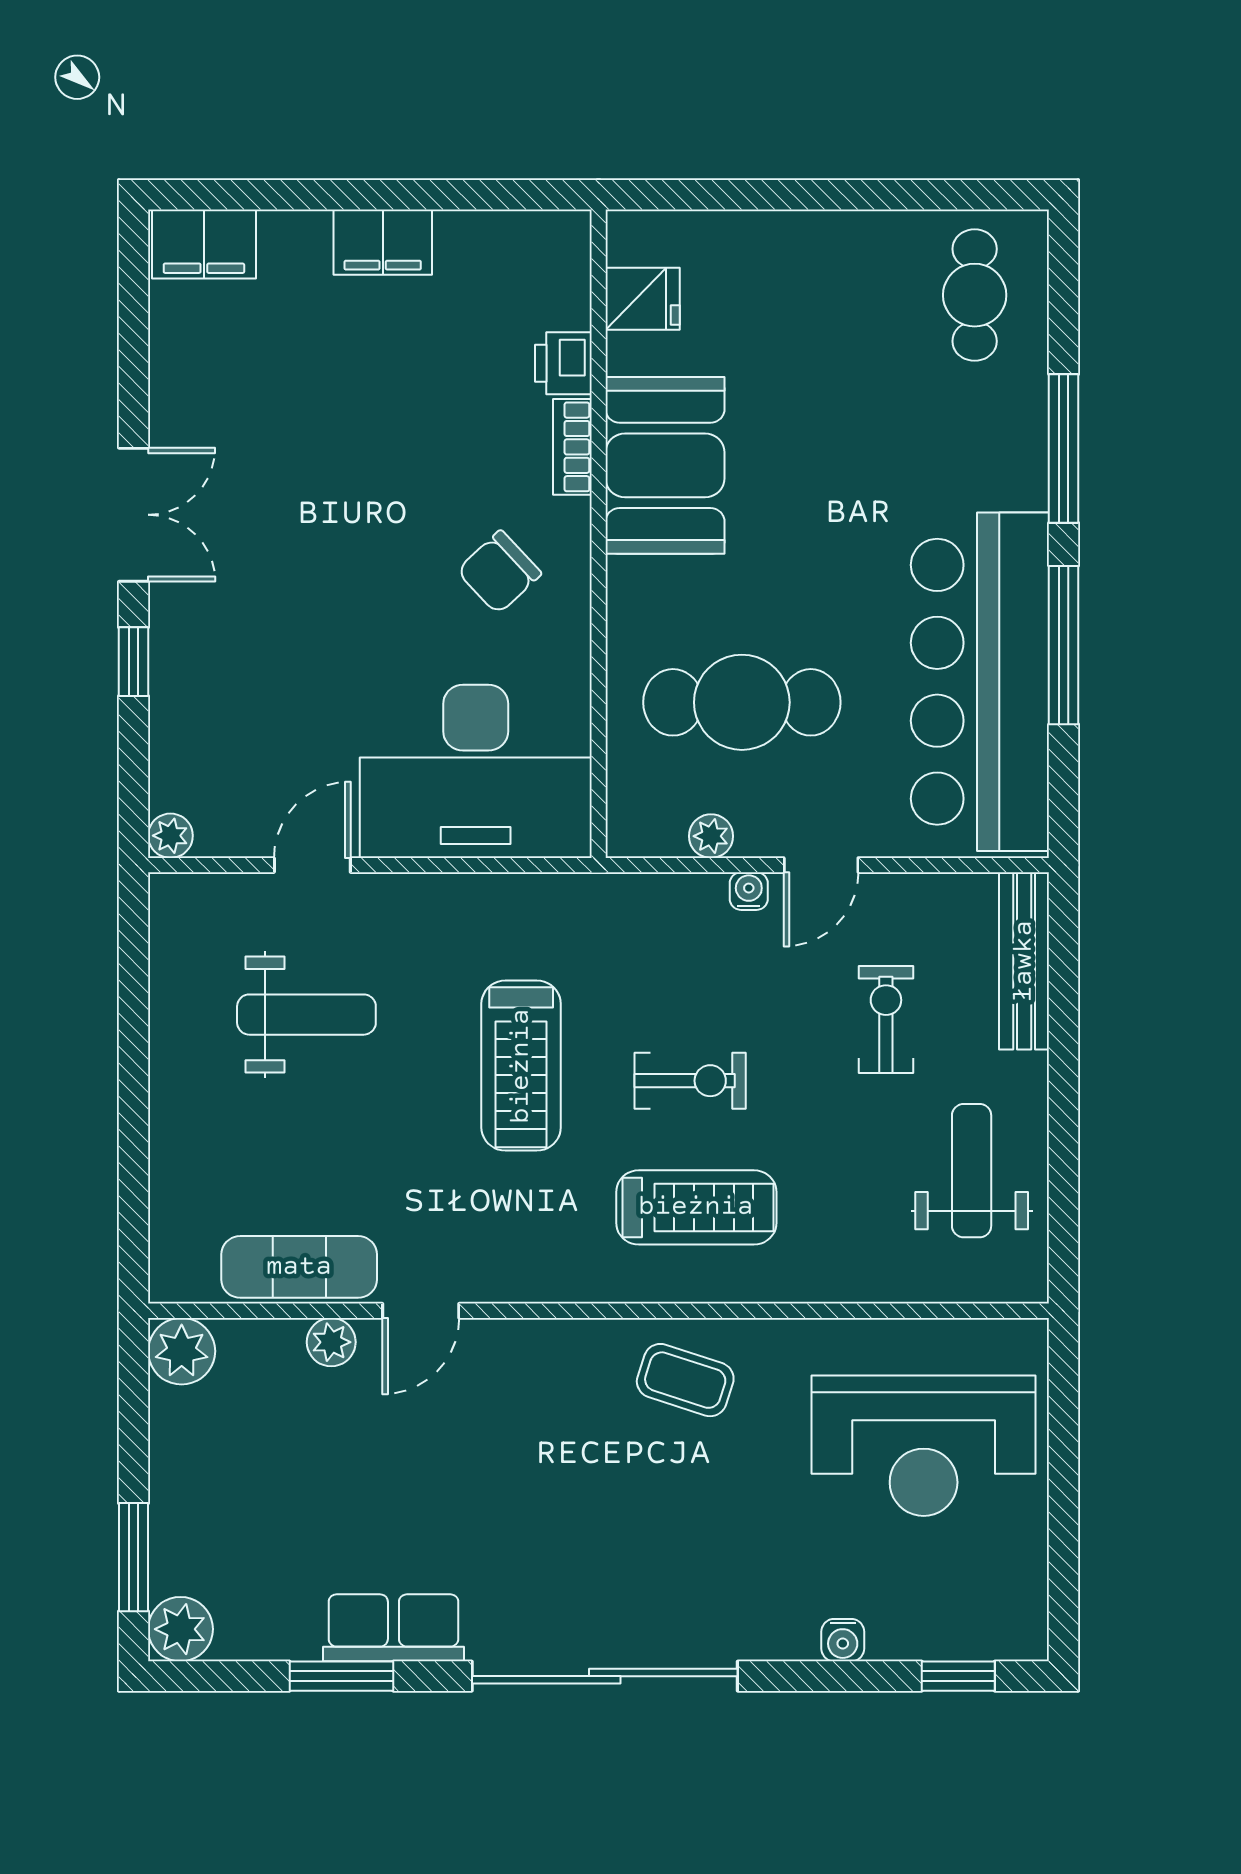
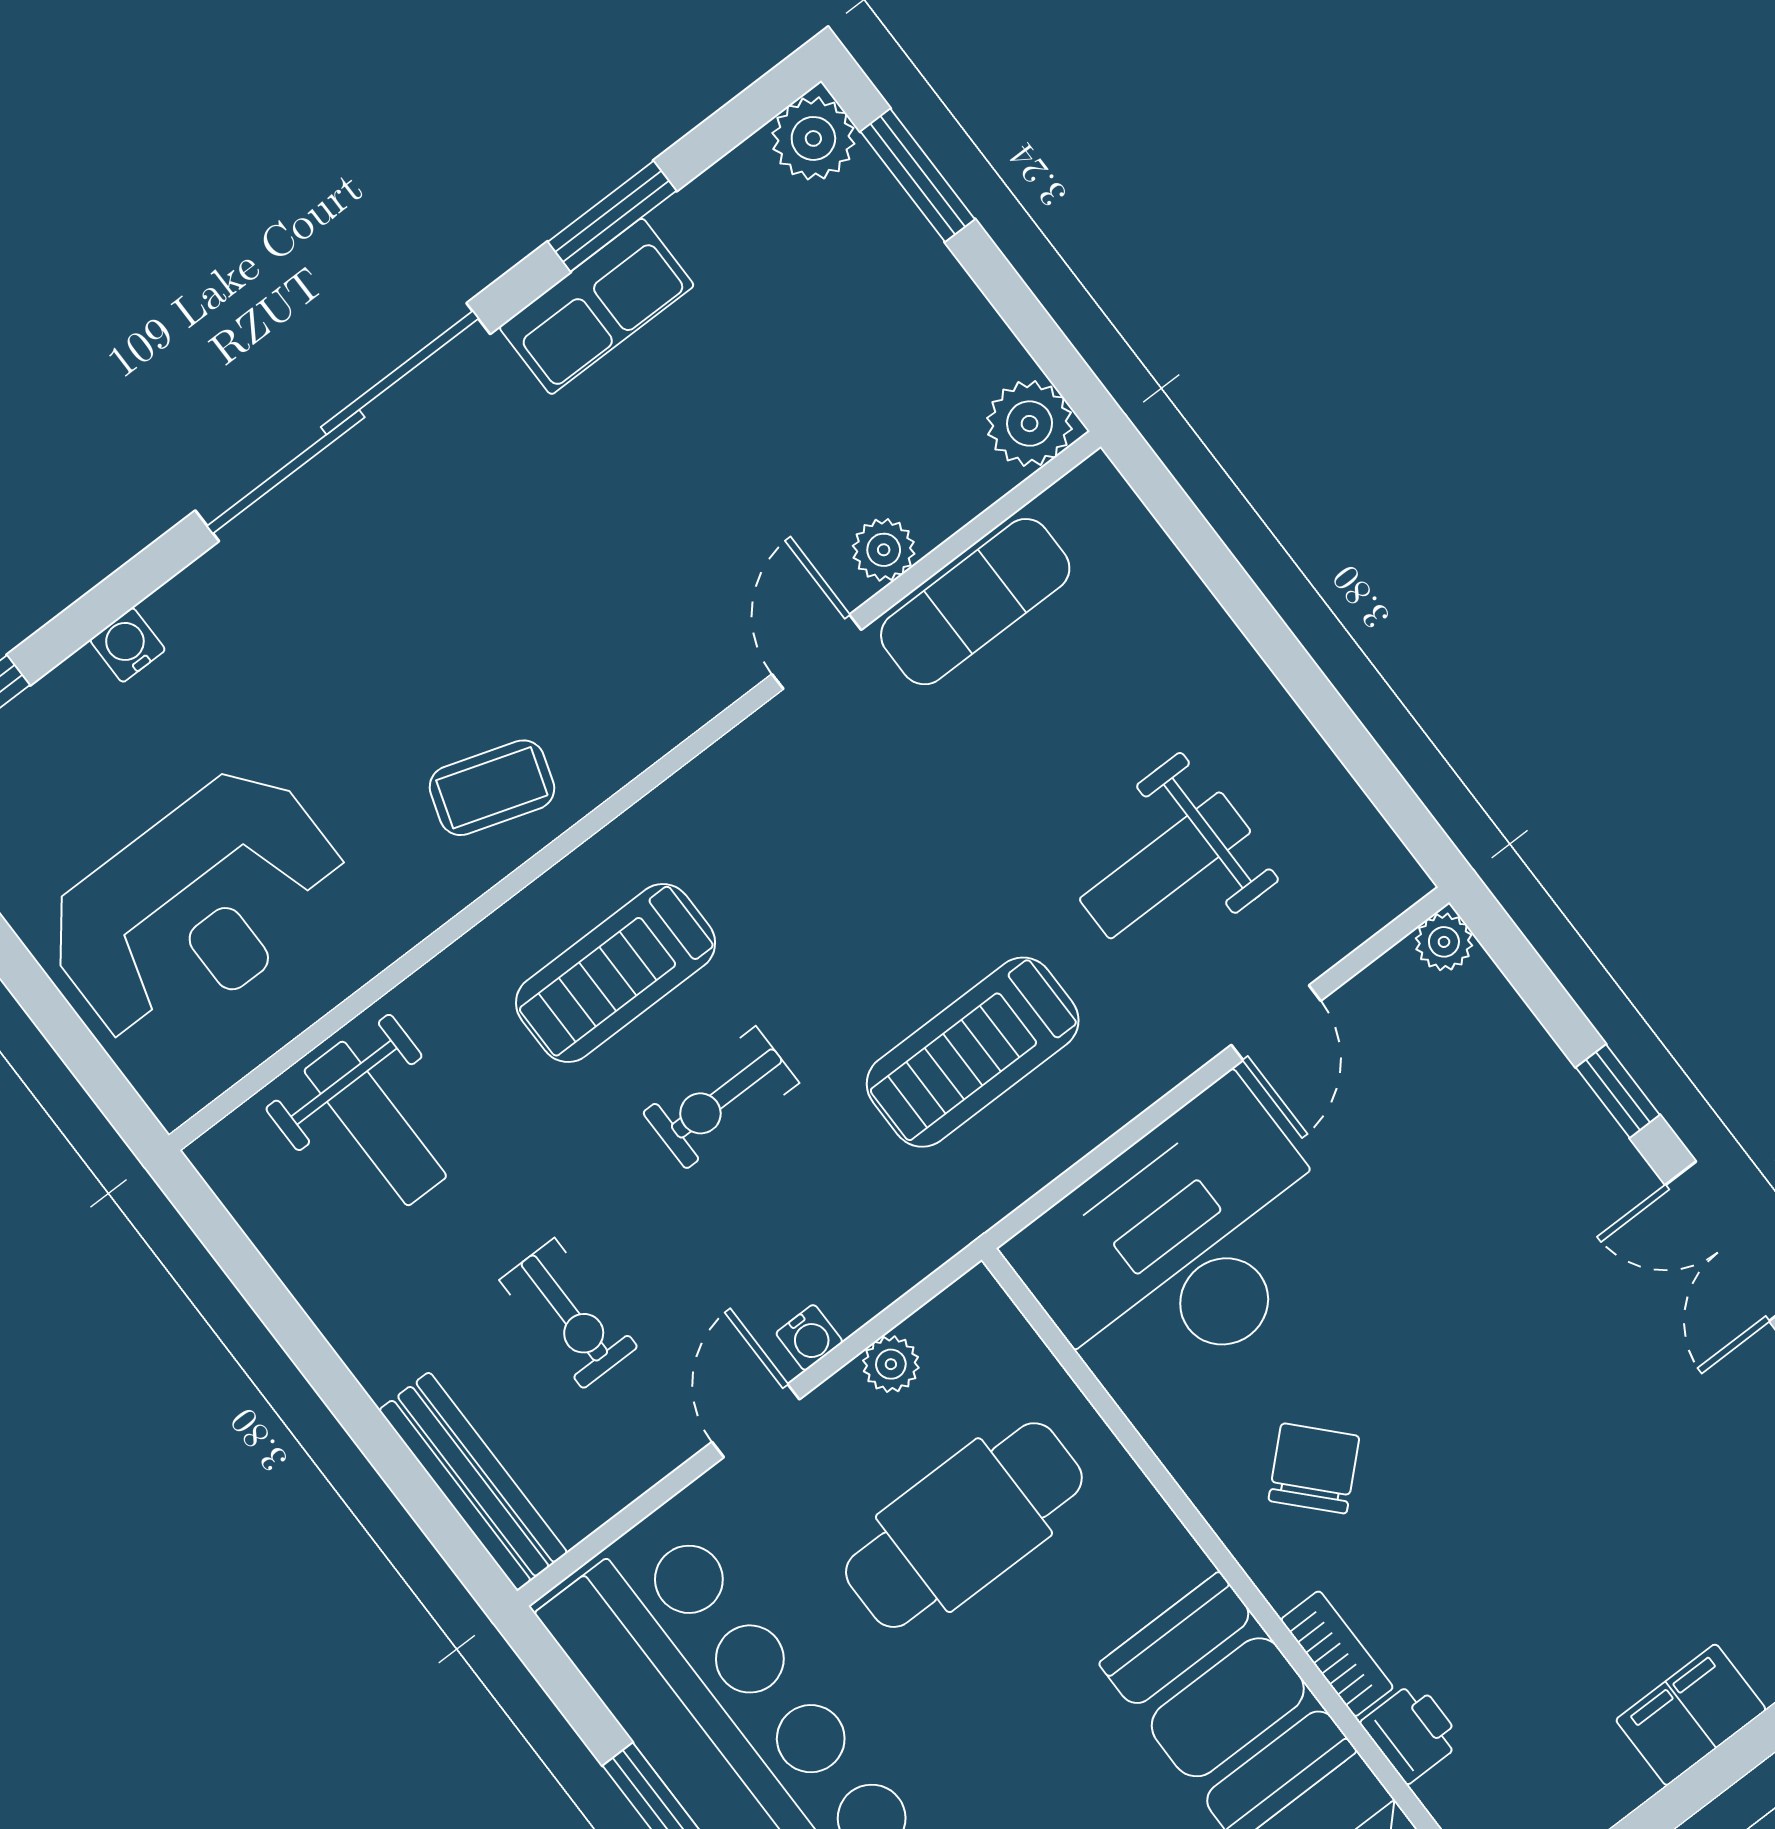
treadmill: (521, 1066) -> (973, 1052), moved, turned -90
weight bench: (972, 1171) -> (375, 1123), moved
reception desk: (924, 1446) -> (197, 907), turned 180

